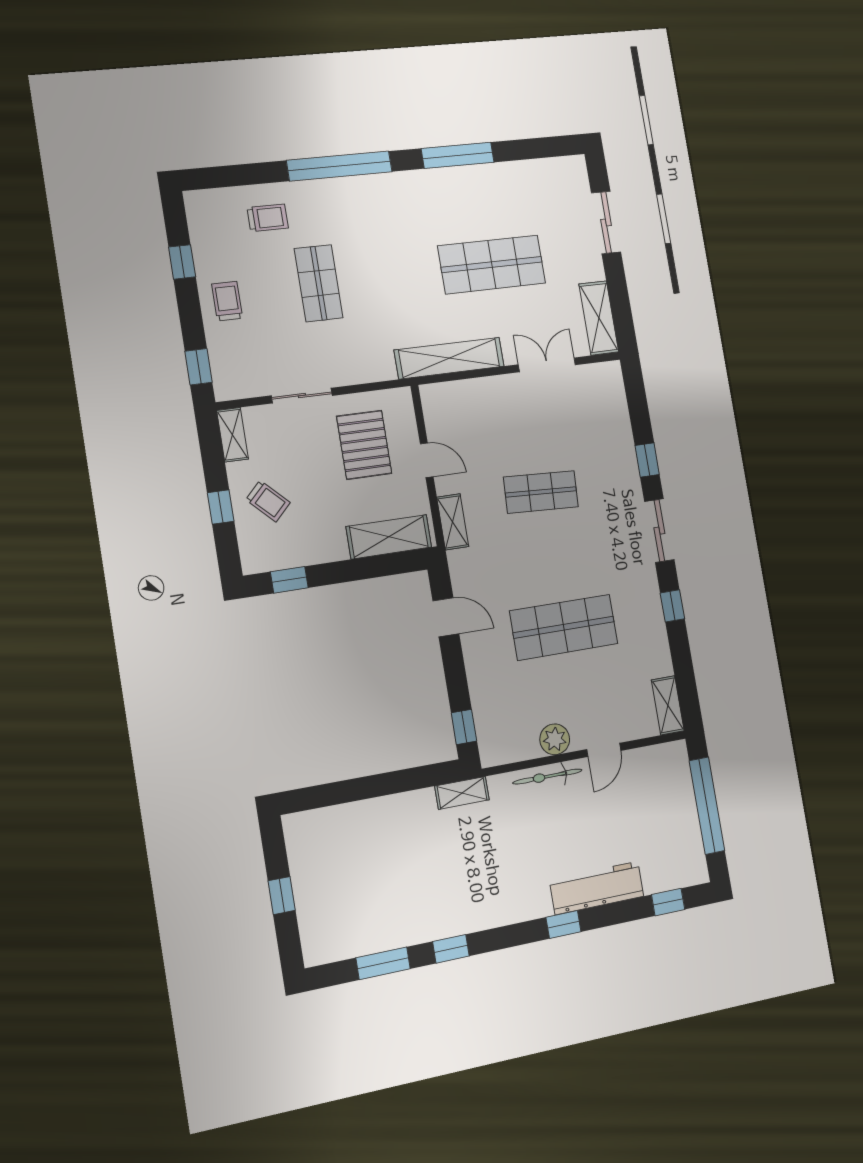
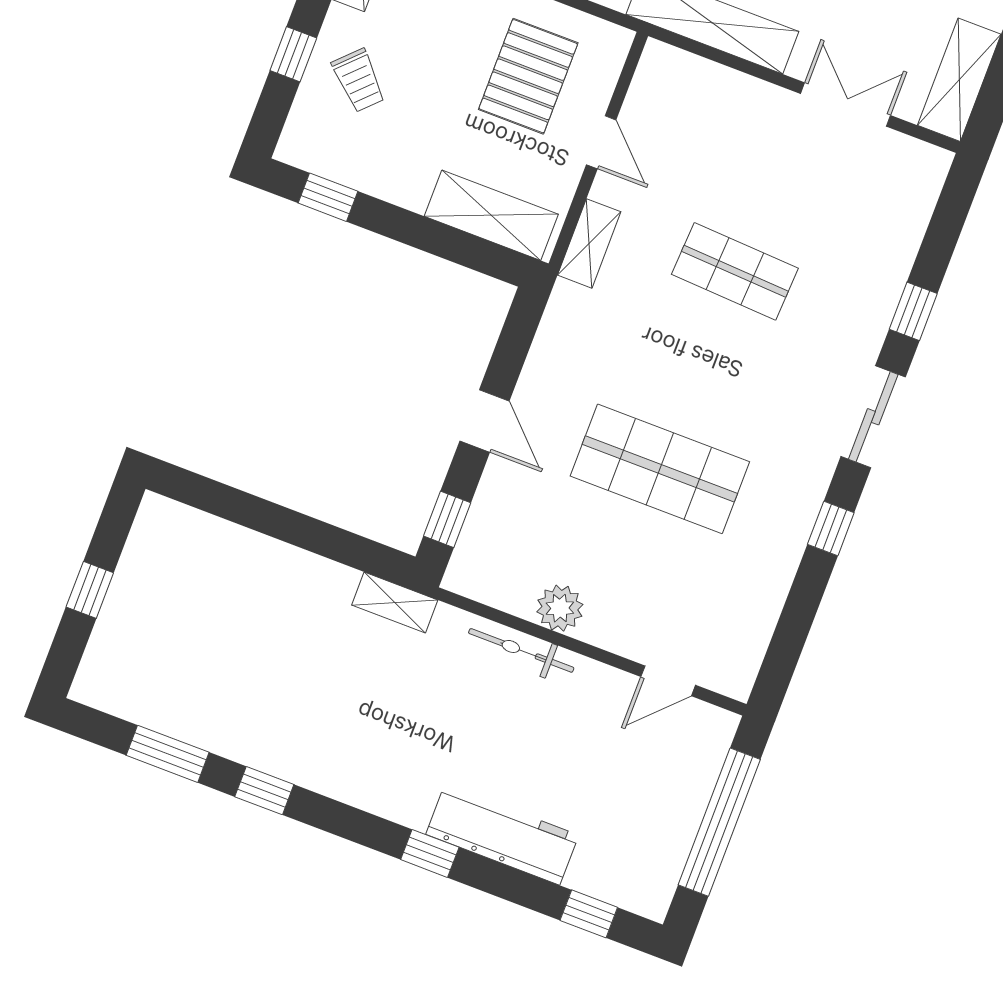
door: (446, 617) -> (484, 421), moved
shelving: (668, 705) -> (744, 657), removed
door: (604, 750) -> (668, 681), moved

